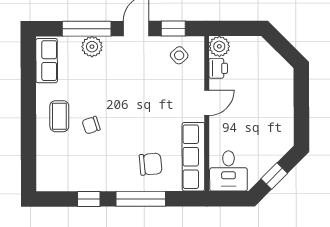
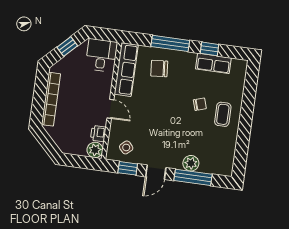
row of seats: (47, 61) -> (213, 63), moved, turned -90
door: (207, 103) -> (110, 109), swing flipped
bookcase: (286, 104) -> (51, 99), added

